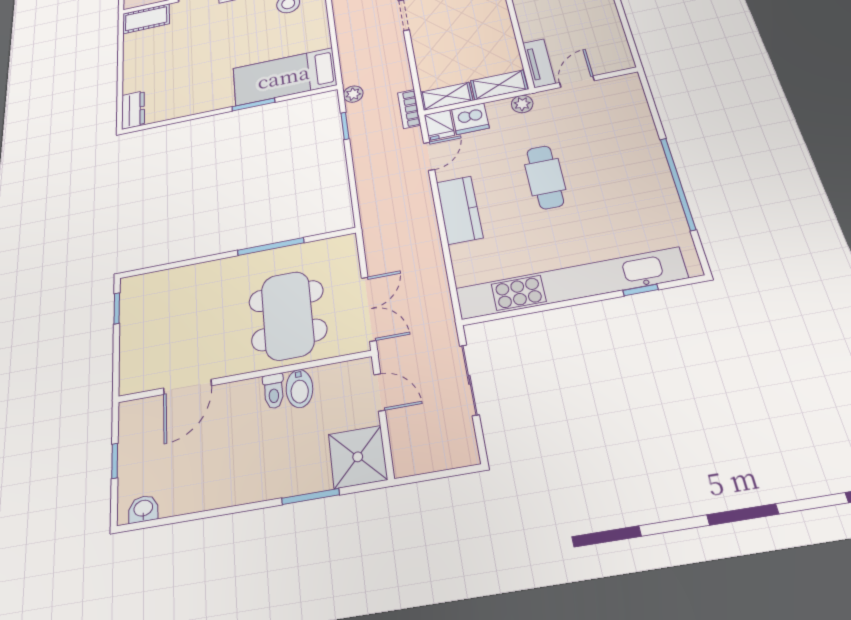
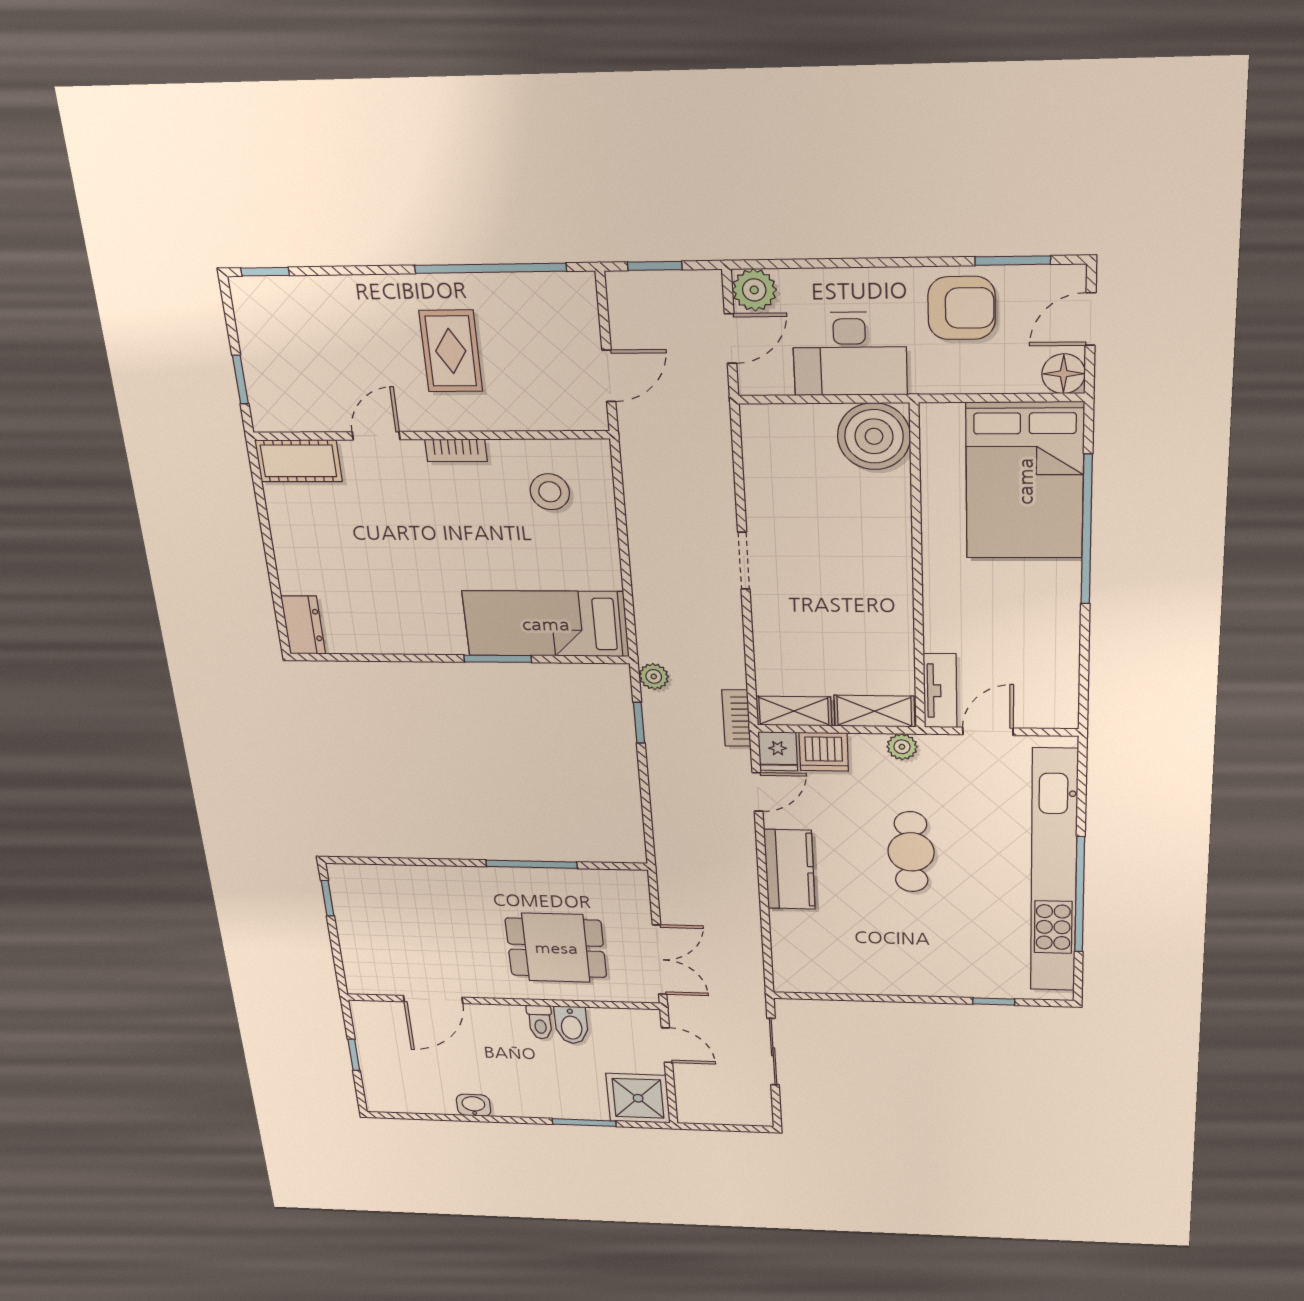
kitchen unit: (570, 283) -> (1054, 872), moved, turned -90
dining table: (288, 315) -> (556, 948), width x0.73
washbasin: (143, 509) -> (474, 1105), moved

